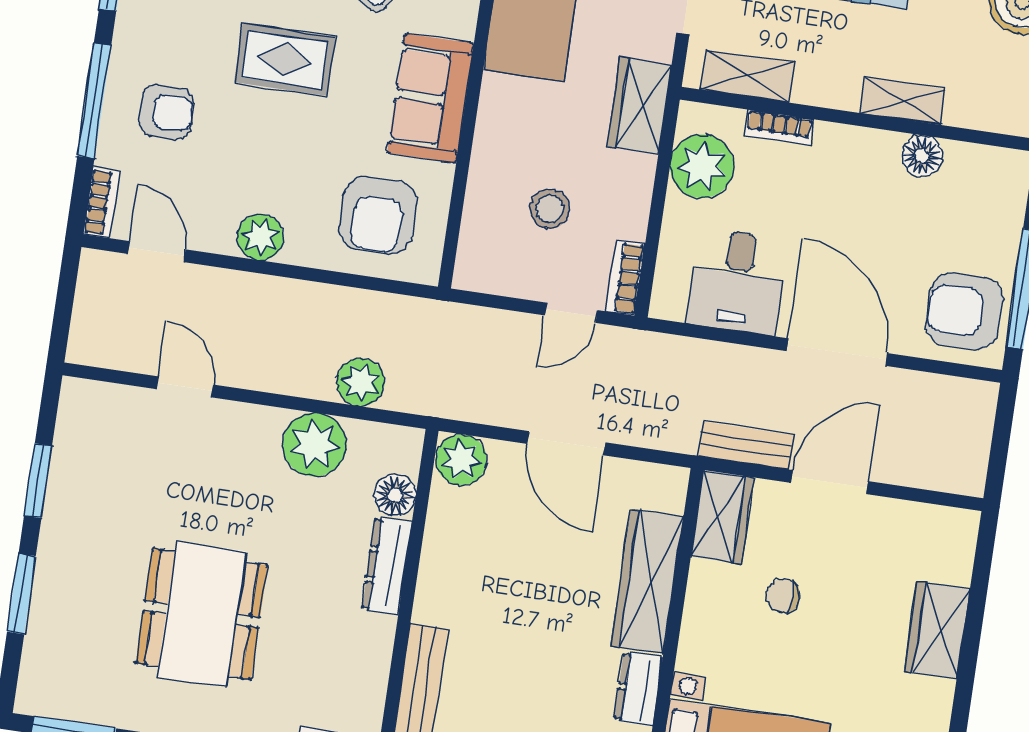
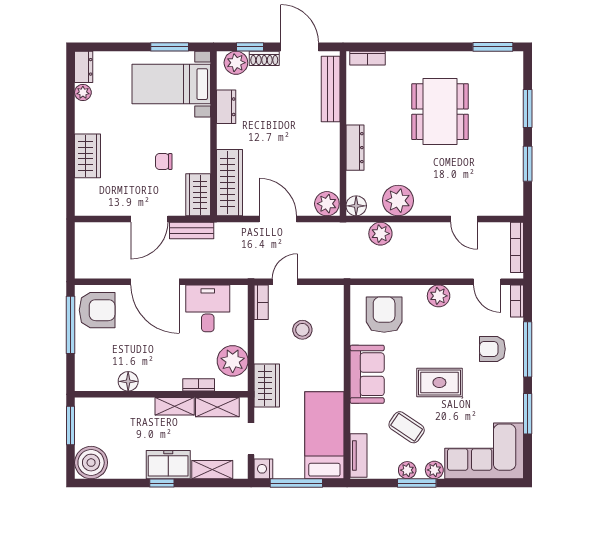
shelving: (903, 101) -> (175, 406), moved
bookcase: (85, 313) -> (517, 247), added
floor lamp: (395, 495) -> (356, 206), moved
wardrobe: (647, 581) -> (230, 183), moved
chair: (783, 595) -> (164, 162), turned 180

